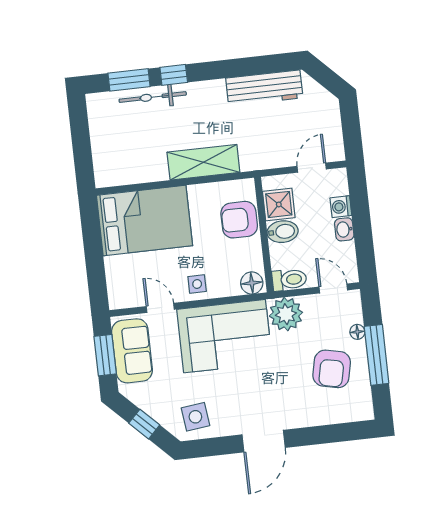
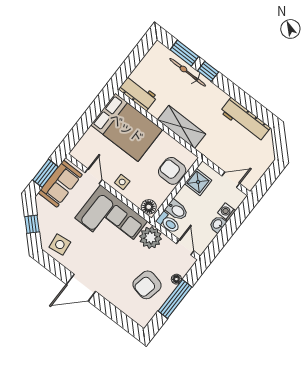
workbench: (121, 172) -> (138, 93), added
bidet: (283, 232) -> (177, 210), moved

